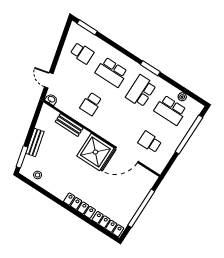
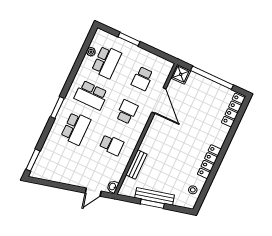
school desk: (82, 53) -> (127, 112), moved
window: (150, 68) -> (57, 108), moved
window: (189, 135) -> (129, 39), width x0.47
bench: (35, 142) -> (155, 196), width x1.36
shower: (95, 152) -> (181, 74), moved, width x0.54, depth x0.54
window: (22, 157) -> (152, 204), moved
locker: (80, 206) -> (209, 162), moved

